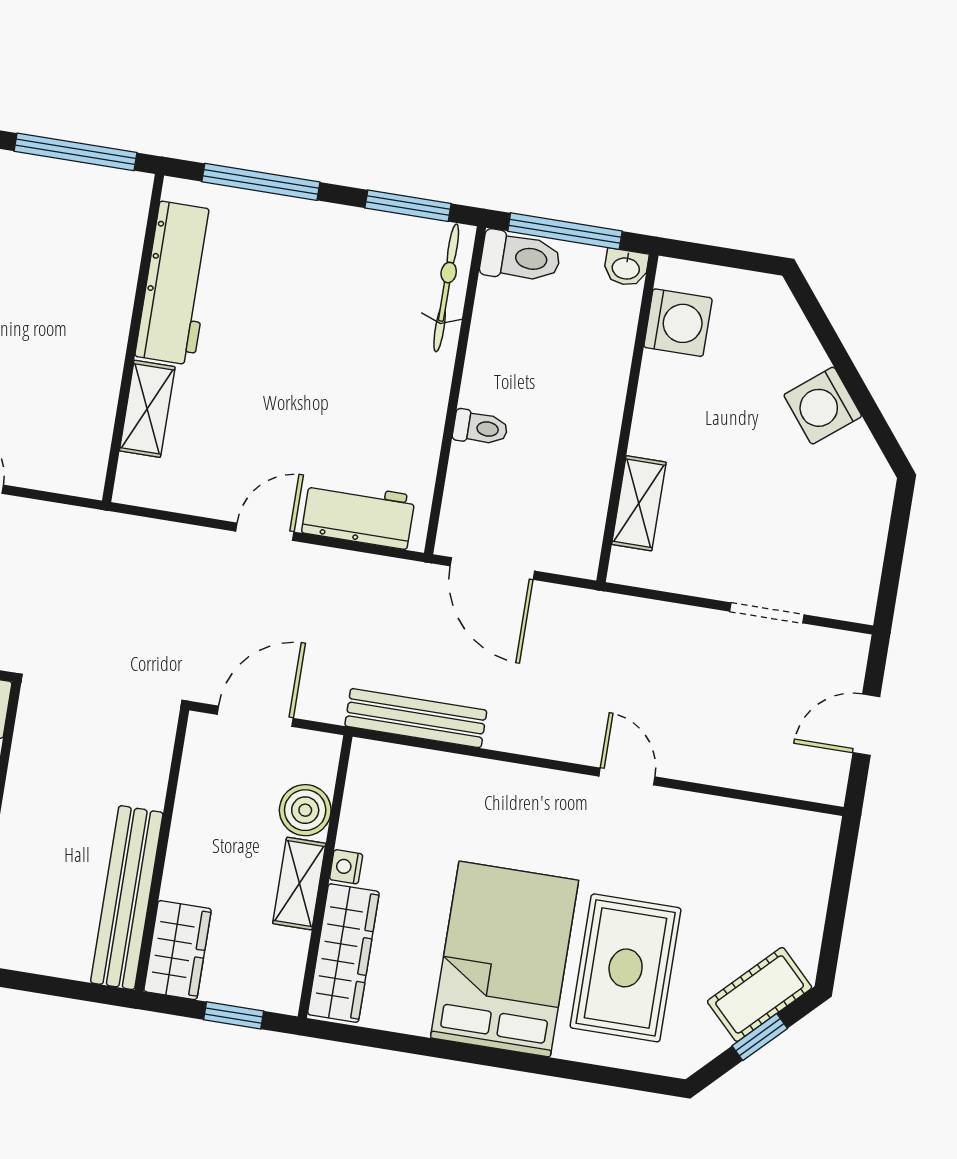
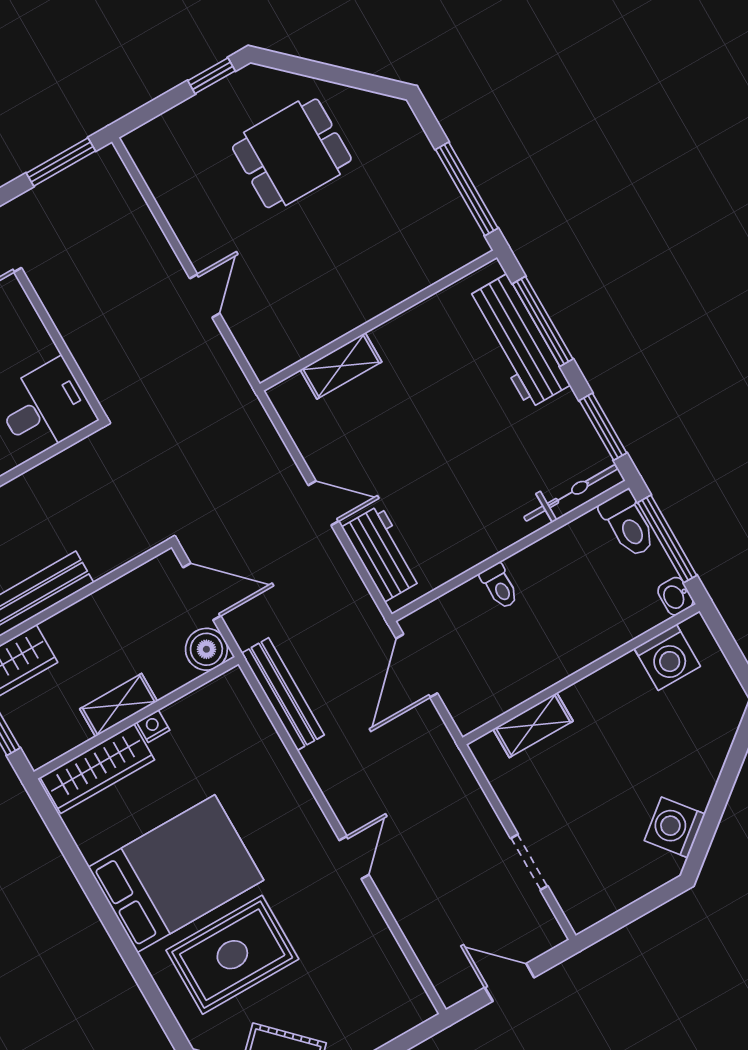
workbench: (177, 283) -> (518, 341), moved, turned 90
washing machine: (823, 406) -> (675, 827), moved
boiler: (305, 810) -> (206, 649), moved

